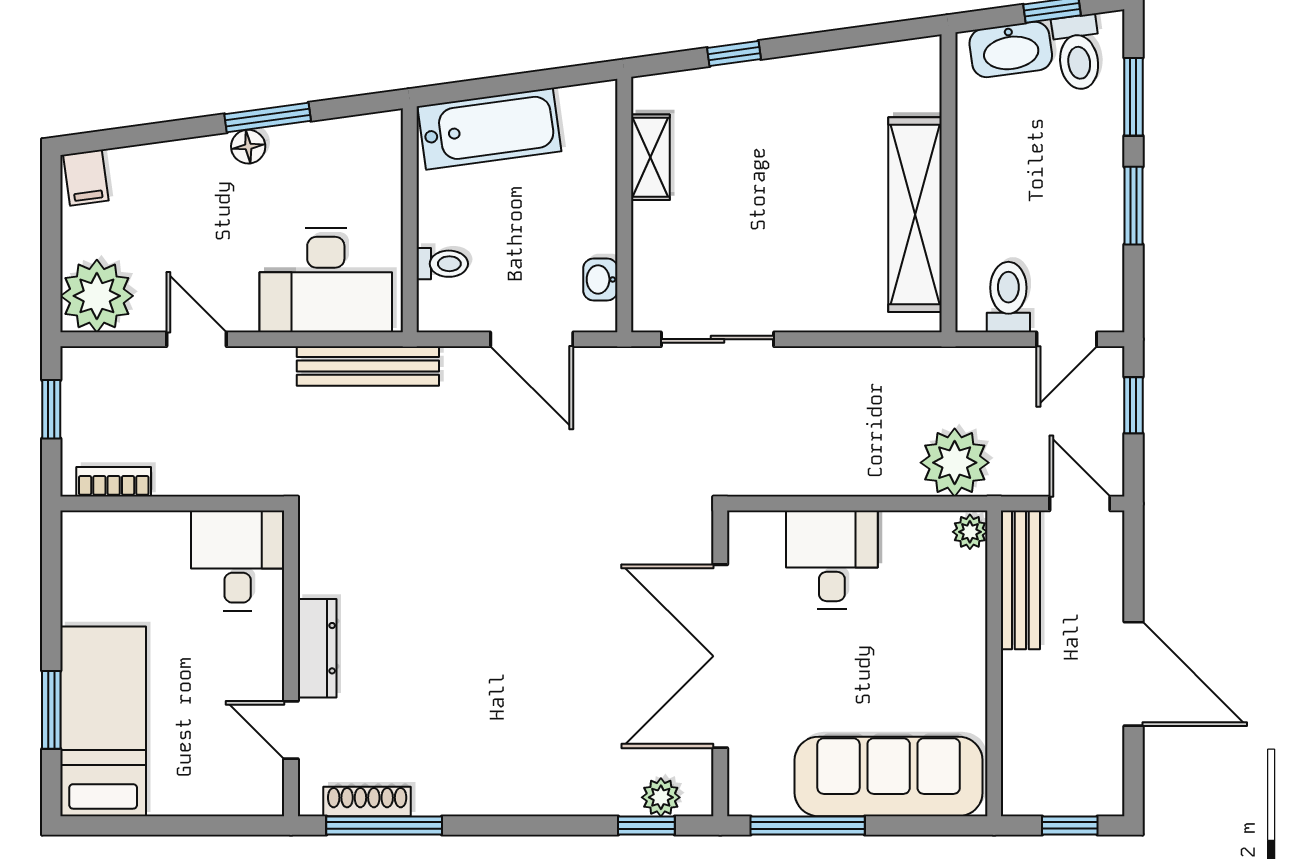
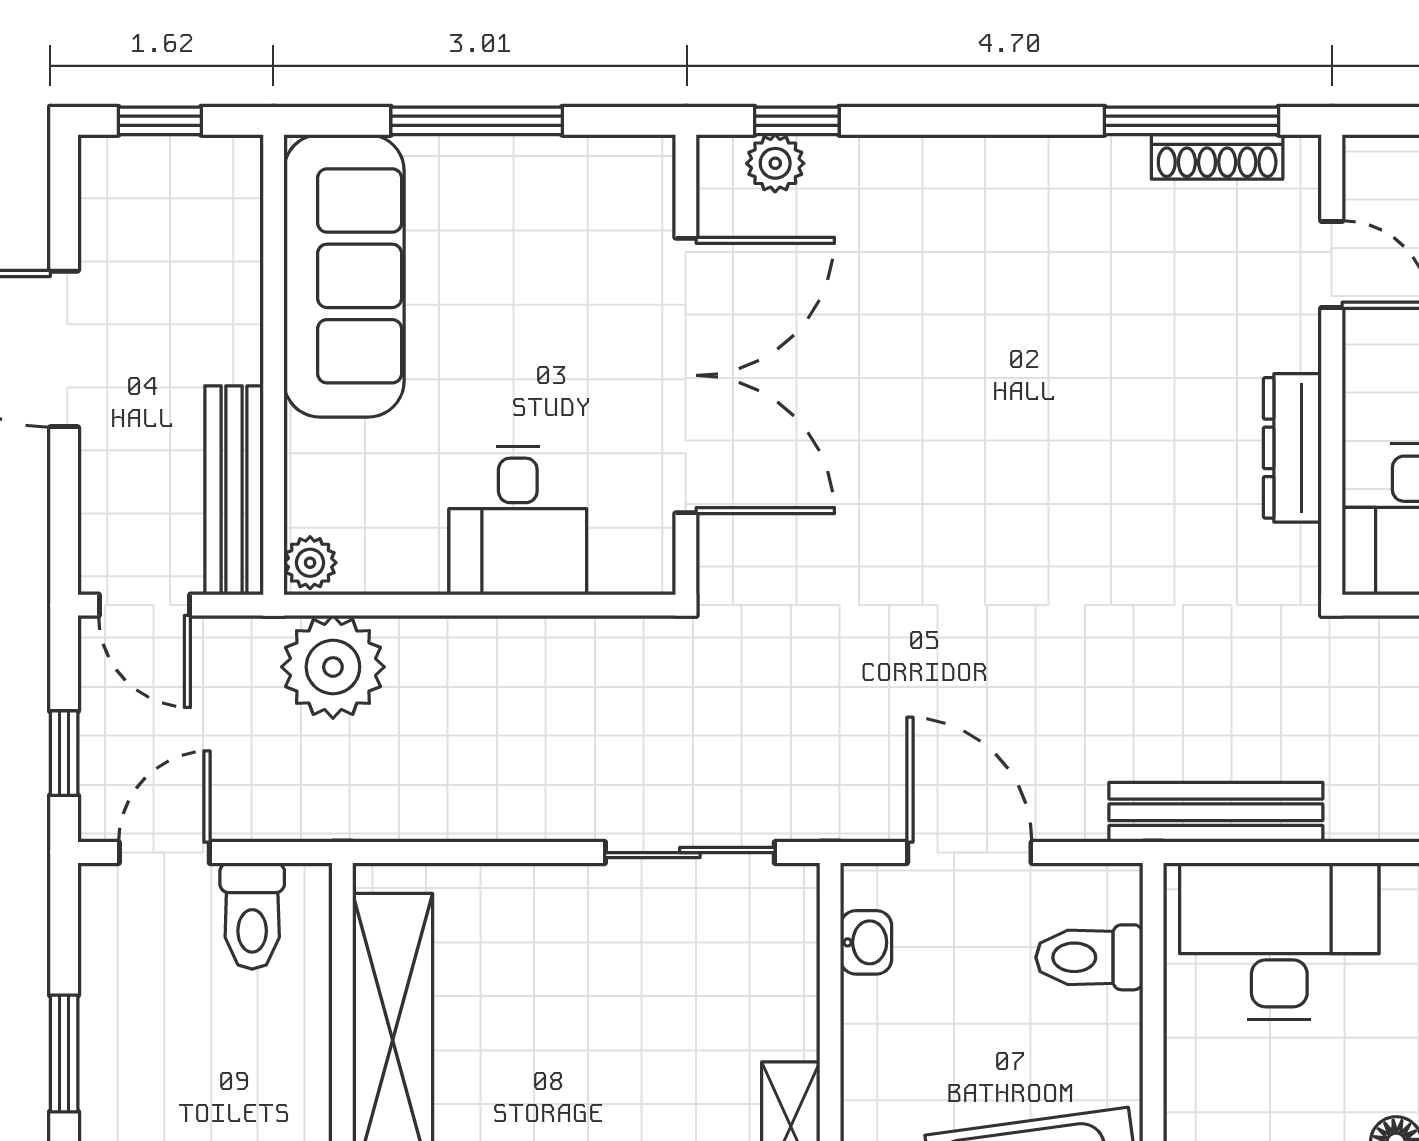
toilet: (442, 264) -> (1089, 957), width x1.37, depth x1.39
dresser: (317, 648) -> (1292, 448), moved
sofa: (889, 776) -> (344, 276), moved, turned -90
window: (808, 825) -> (477, 121), moved

